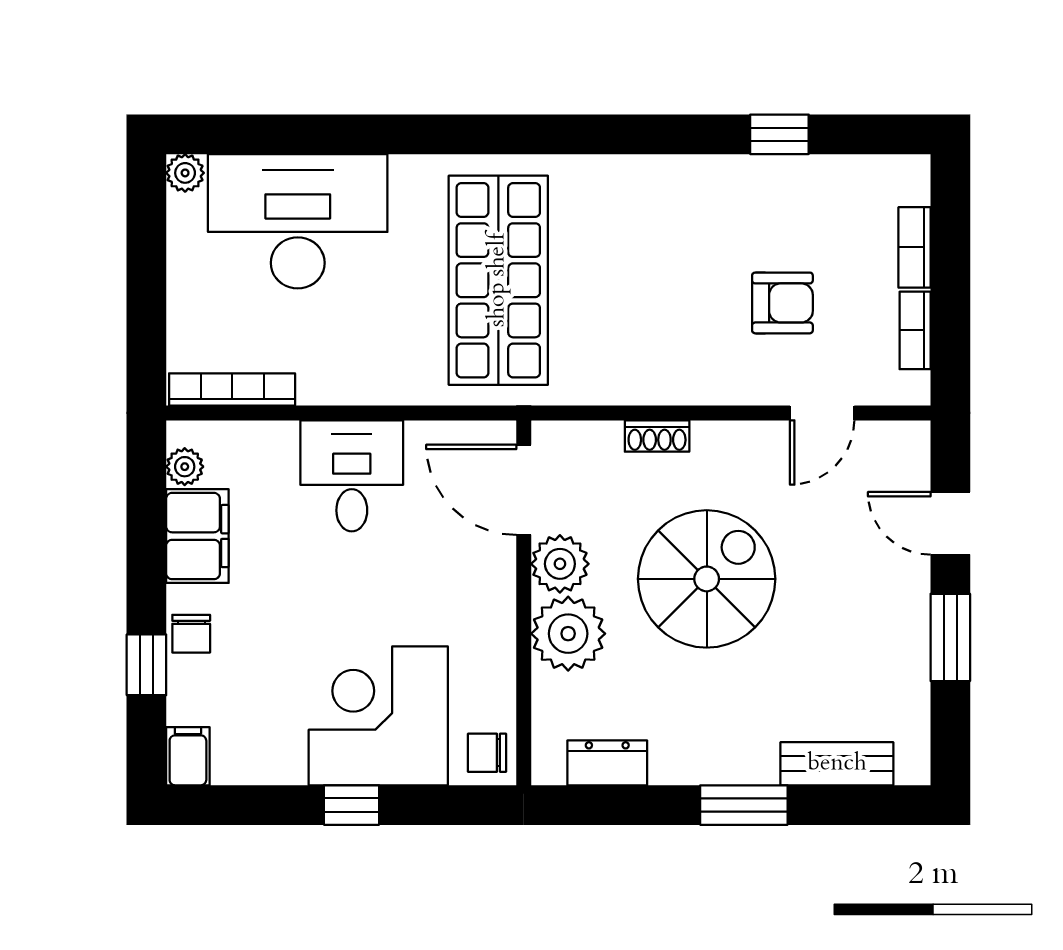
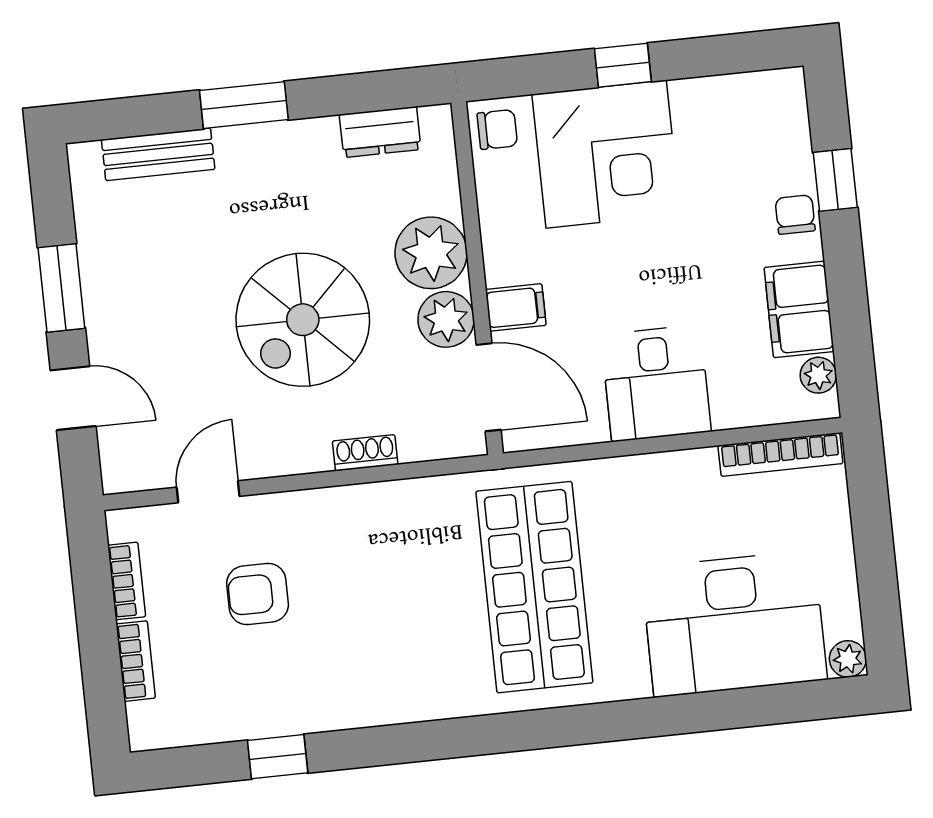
filing cabinet: (188, 756) -> (516, 307), moved, turned -90

